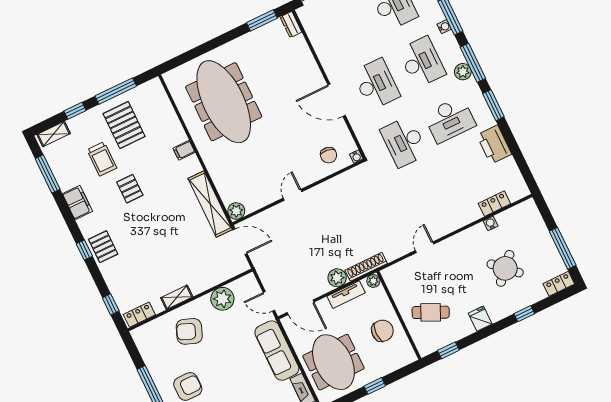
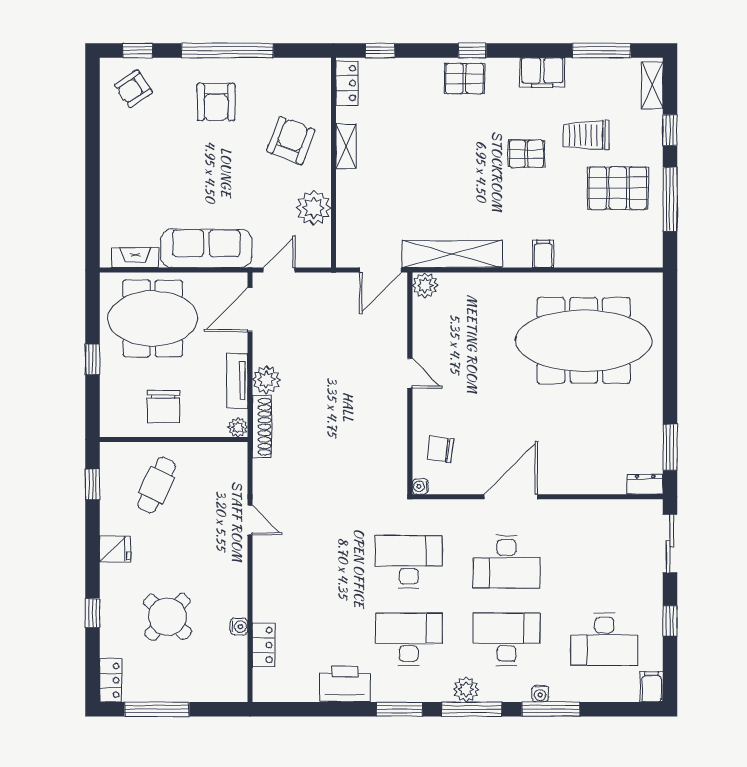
desk: (422, 62) -> (507, 639), turned 180
desk: (450, 120) -> (409, 639), turned 90

